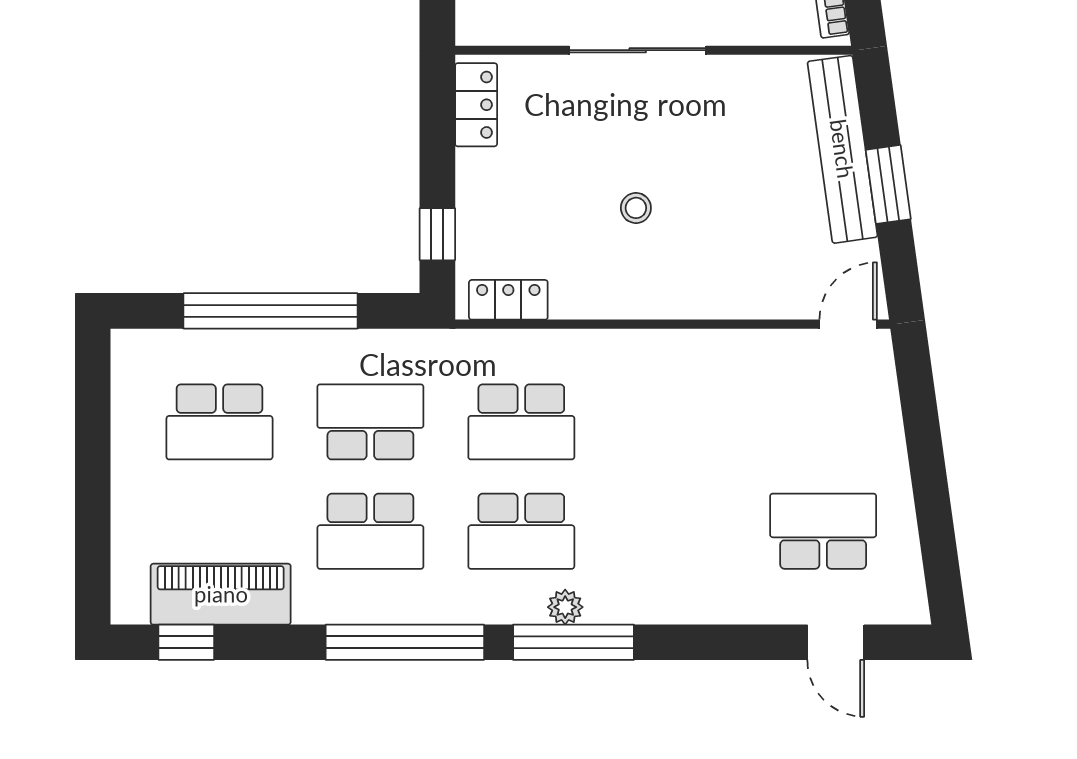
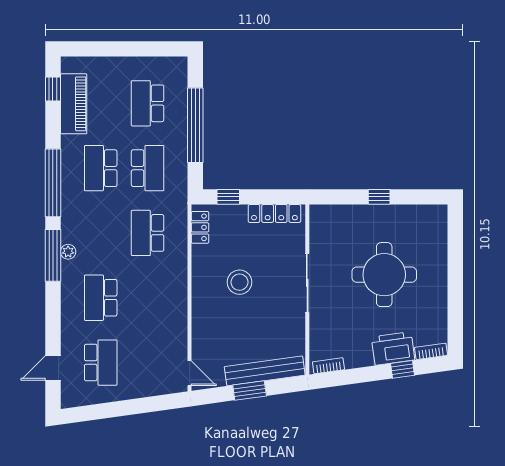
locker: (476, 105) -> (274, 213), width x1.53
stool: (636, 208) -> (239, 282), width x1.89, depth x1.89
school desk: (521, 531) -> (101, 298), moved

